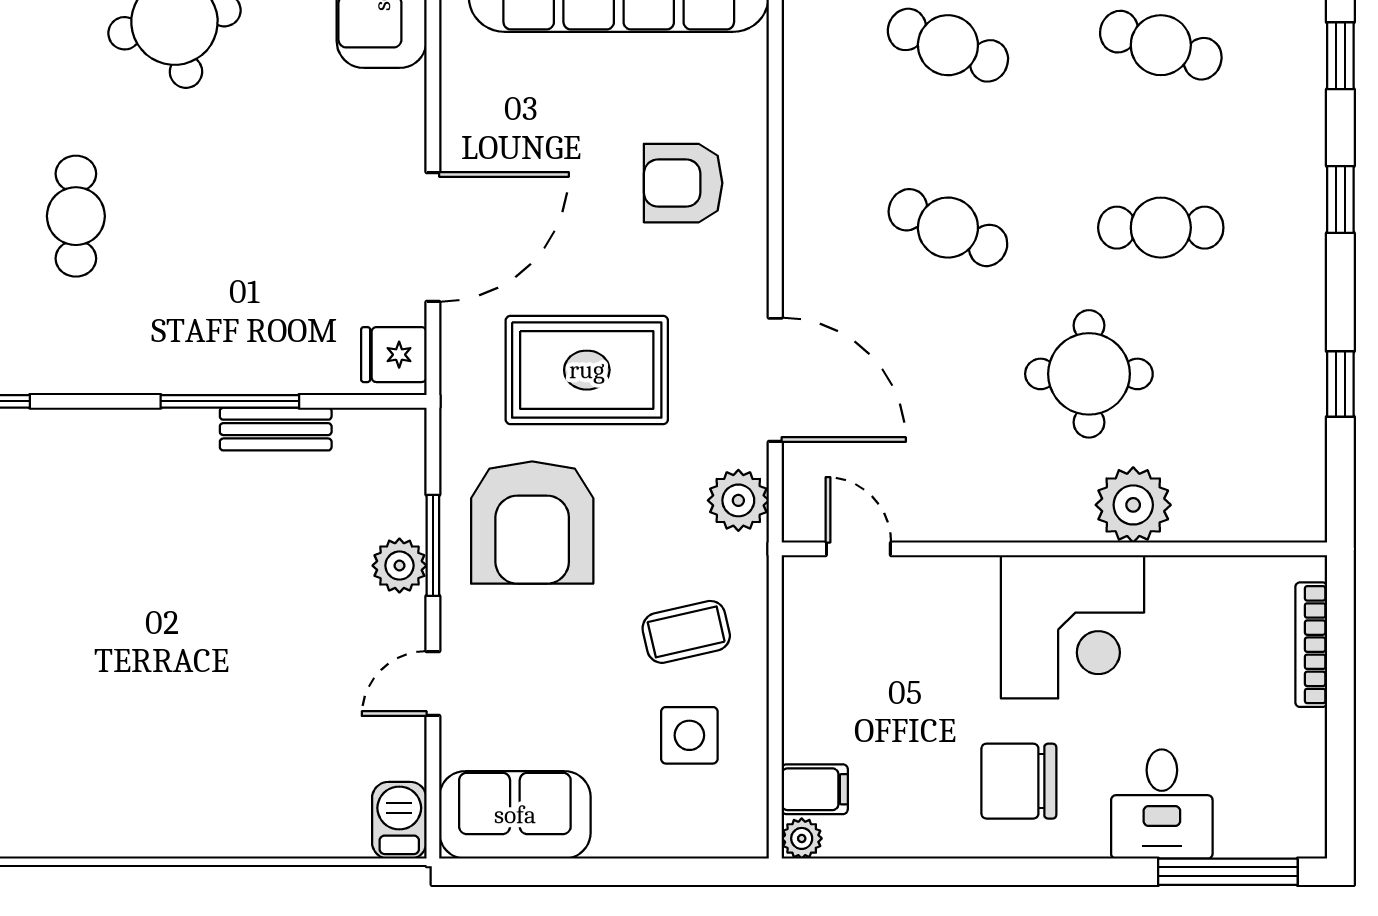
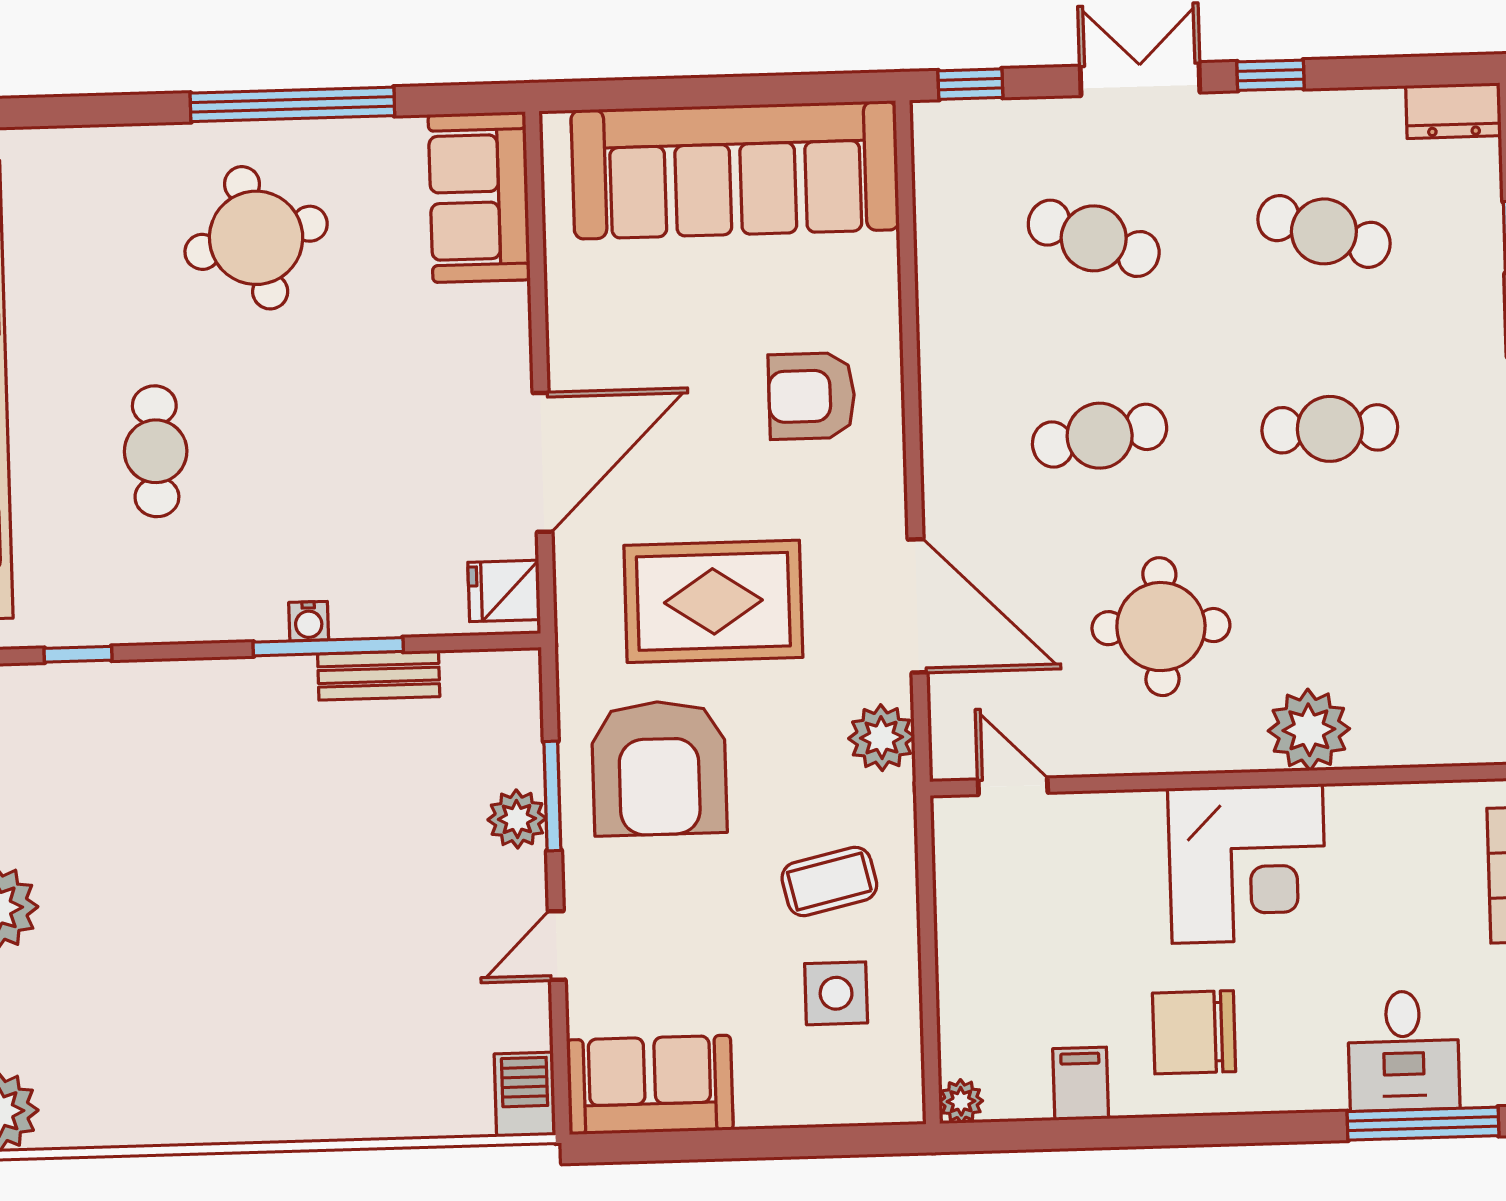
cafe table: (948, 228) -> (1100, 436), turned -33
round table: (1089, 374) -> (1161, 627), moved
water cooler: (212, 377) -> (309, 621), added
filing cabinet: (815, 789) -> (1081, 1084), moved, turned -90
desk: (1162, 804) -> (1404, 1051), moved

